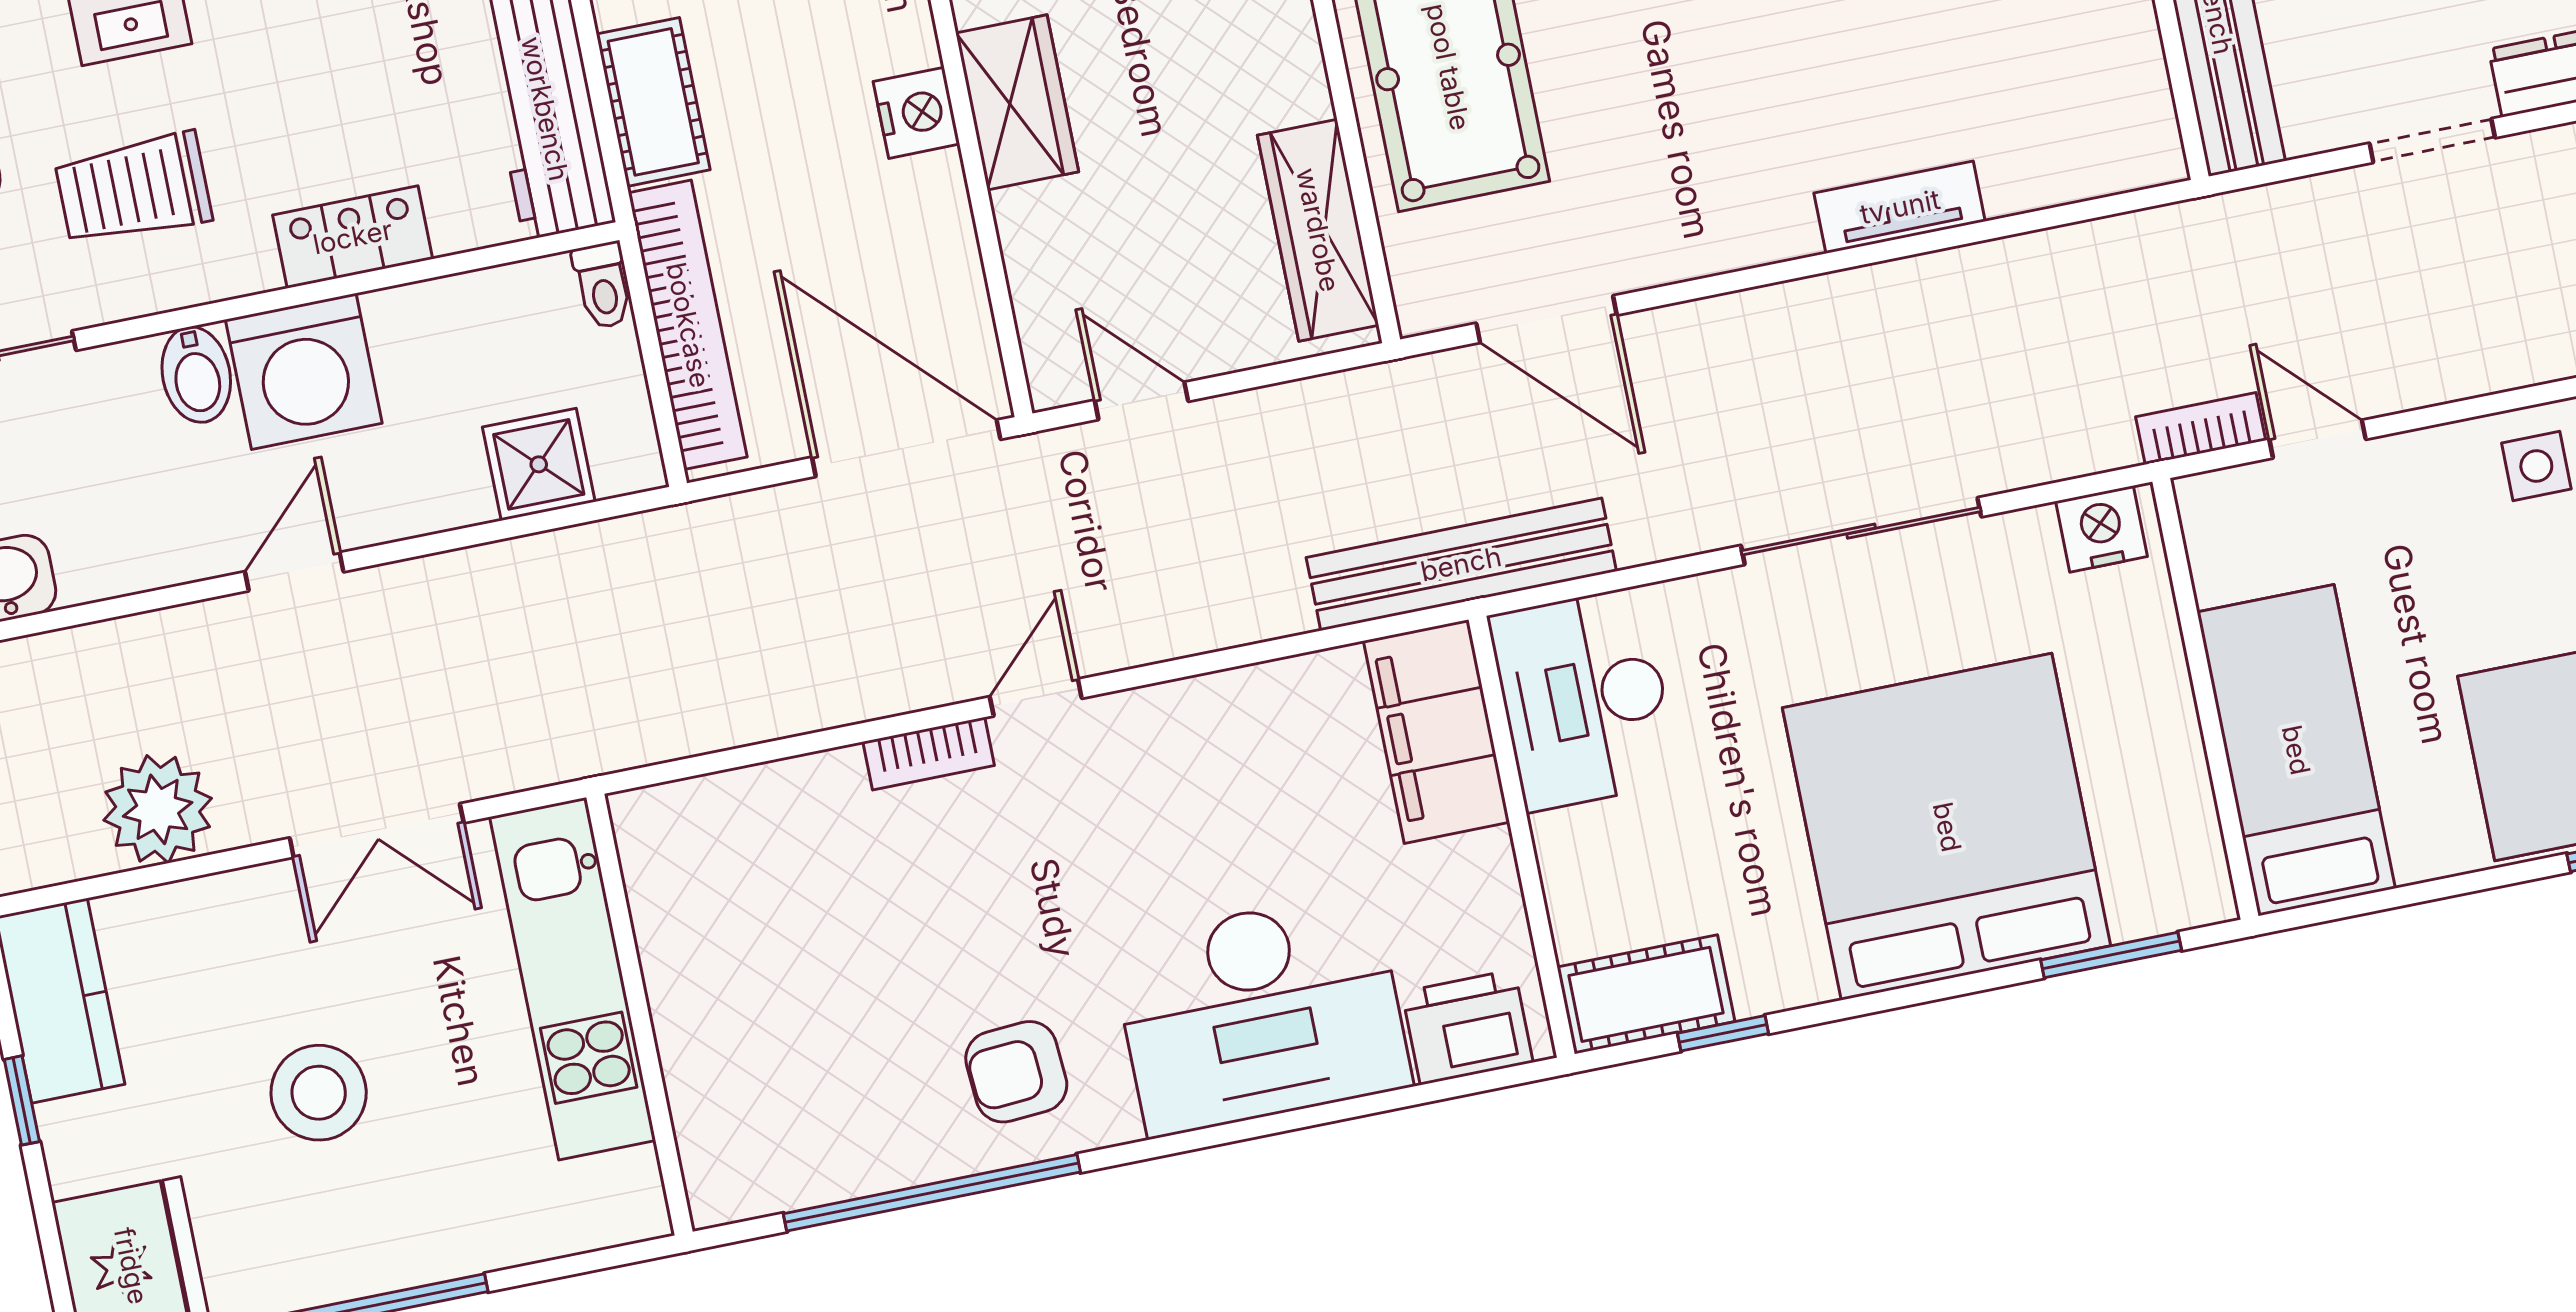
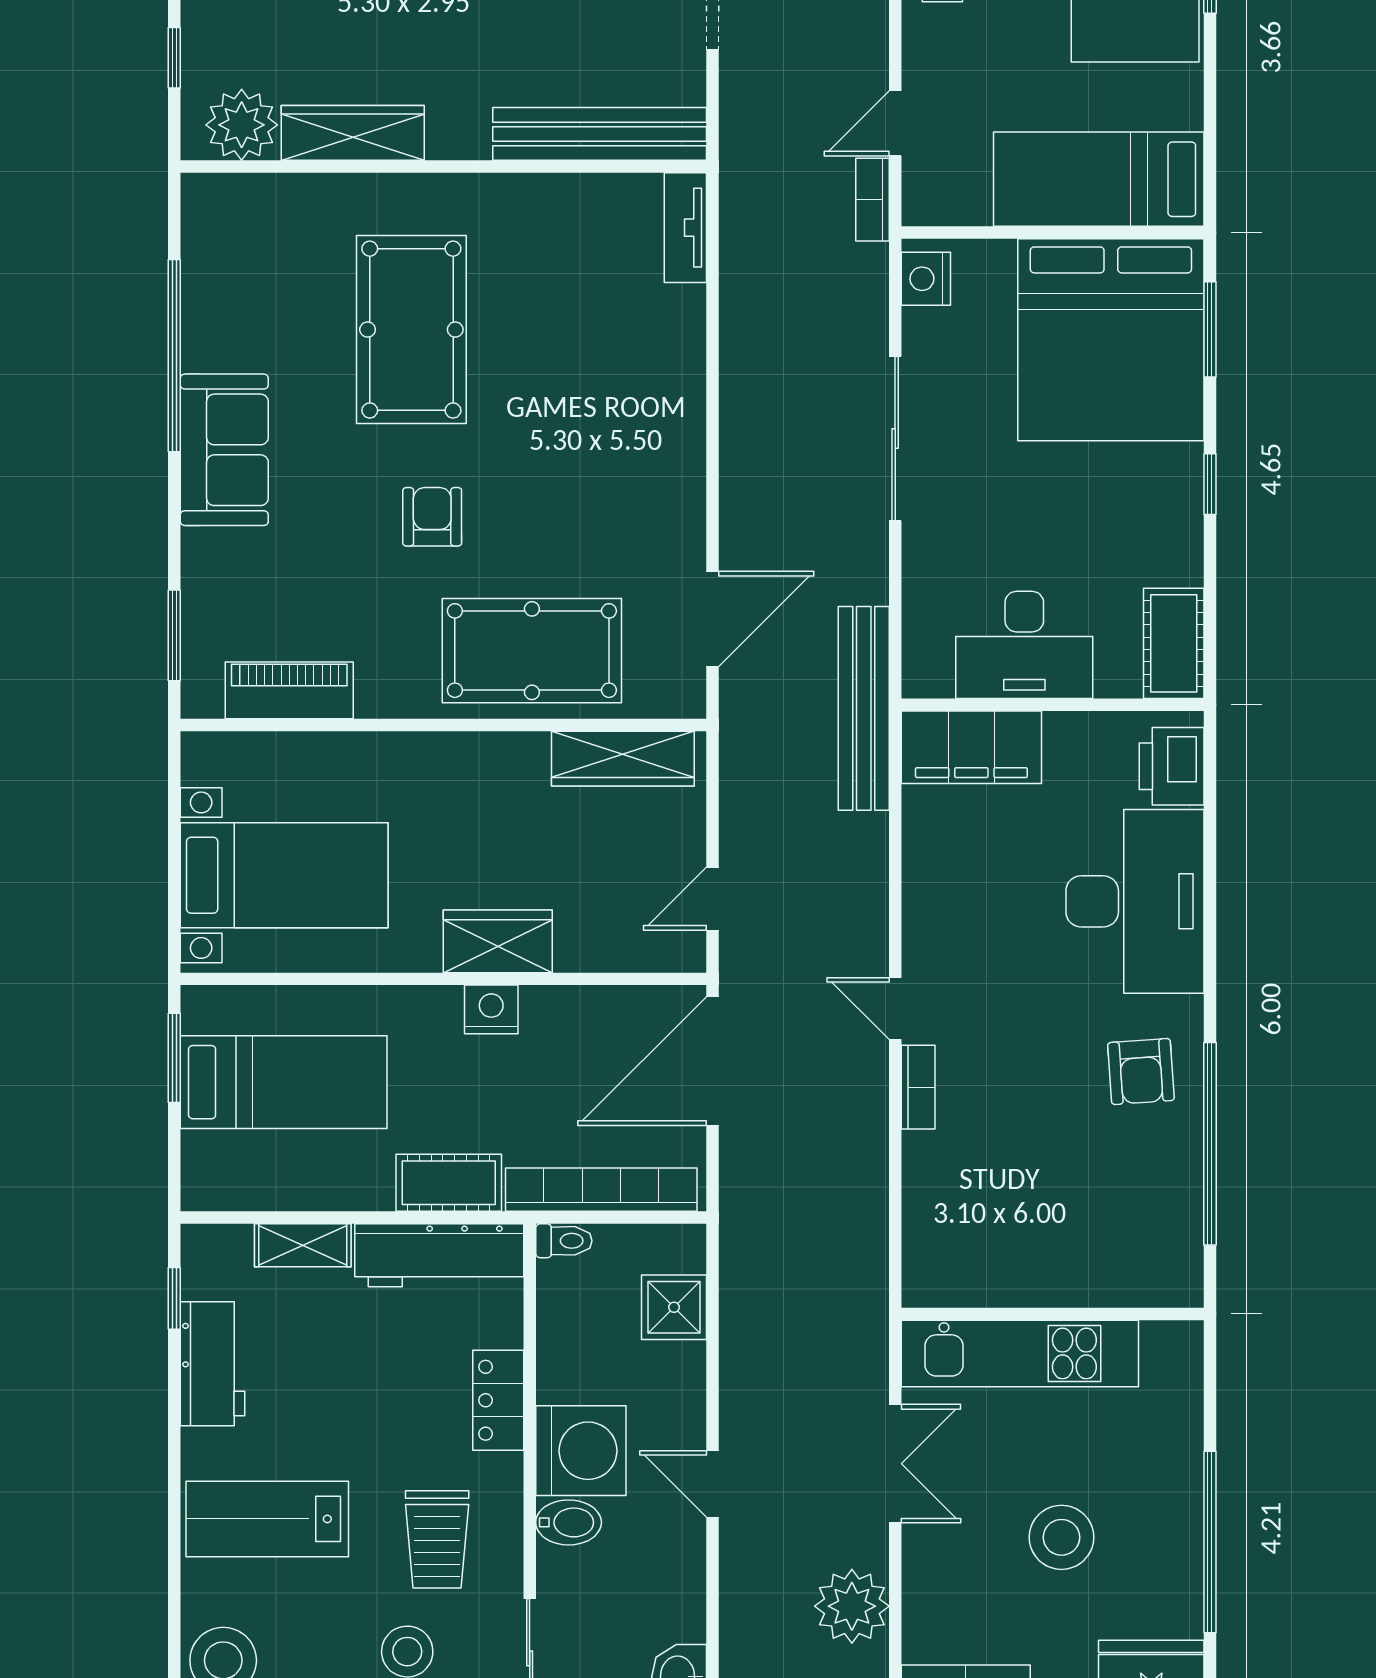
tv unit: (1900, 207) -> (685, 228), moved
desk: (1584, 699) -> (1024, 645), moved
bed: (1947, 827) -> (1111, 340), moved, turned -90
window: (1723, 1033) -> (1210, 484), moved

